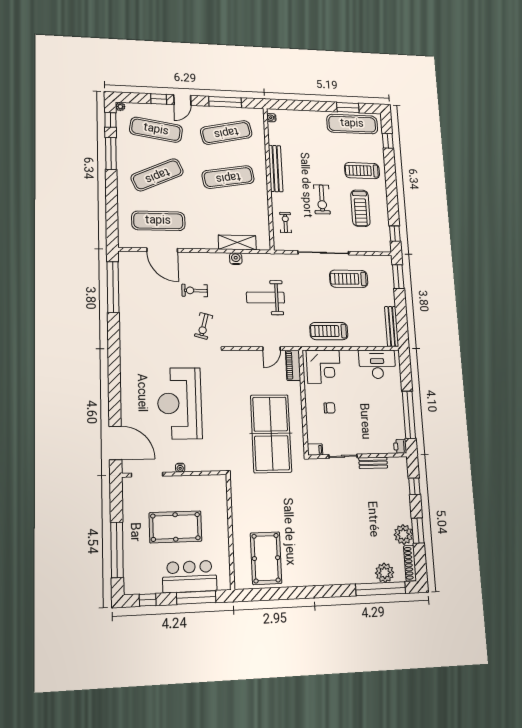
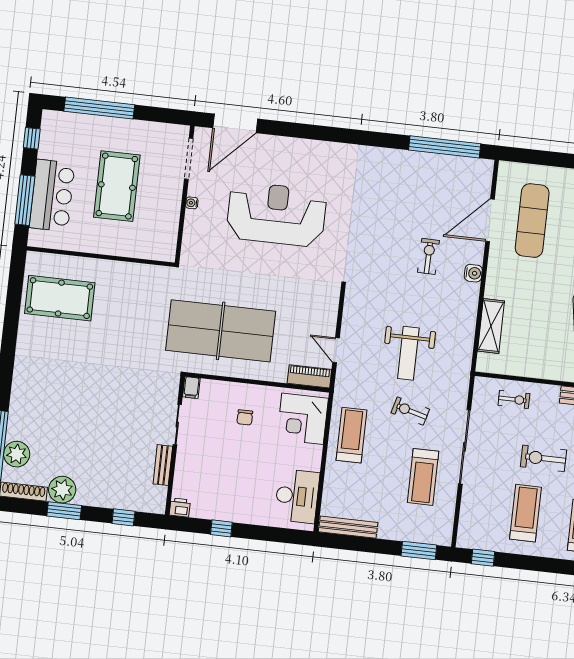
treadmill: (360, 208) -> (526, 513), turned 90
water cooler: (236, 259) -> (473, 273), moved
treadmill: (349, 279) -> (423, 477), turned 180
weight bench: (265, 298) -> (408, 353), turned 180
exercise bike: (204, 326) -> (410, 411), moved
window: (409, 415) -> (221, 528), width x0.32

